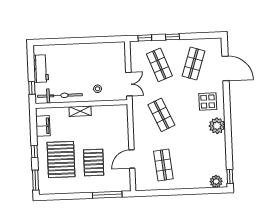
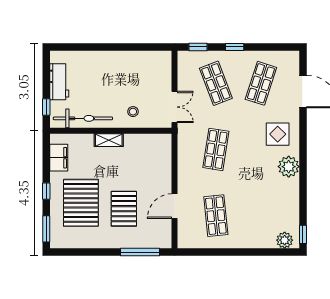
shop shelf: (161, 115) -> (216, 149), turned 33

